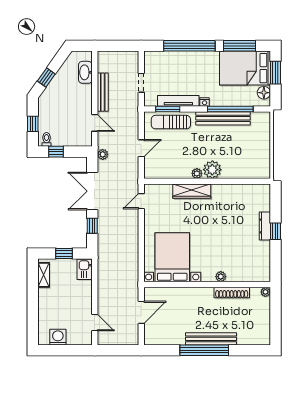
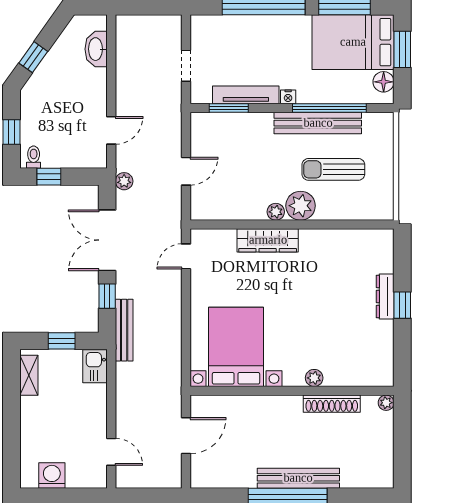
bench: (103, 92) -> (124, 330), moved
sun lounger: (171, 122) -> (333, 169), moved
door: (95, 123) -> (111, 130), hinge flipped

